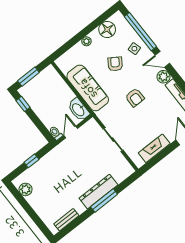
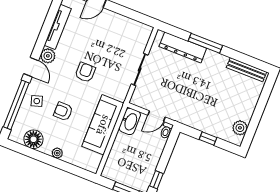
armchair: (115, 64) -> (63, 111), turned 56
fireplace: (154, 148) -> (124, 24), removed
dresser: (98, 192) -> (183, 47), moved
bench: (66, 220) -> (246, 70), width x1.36

